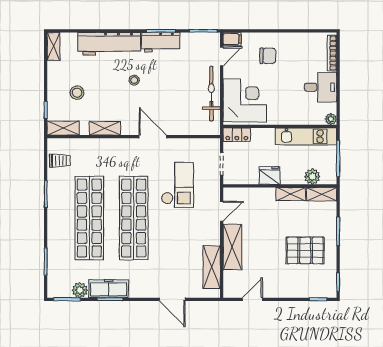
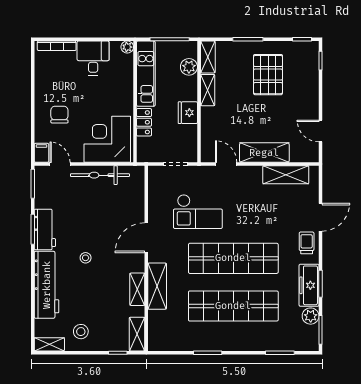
stool: (77, 93) -> (81, 332), moved
locker: (237, 135) -> (144, 122), moved
shelving: (108, 147) -> (157, 286), added
trolley: (60, 161) -> (307, 243), moved
checkout: (177, 185) -> (198, 212), turned 180

